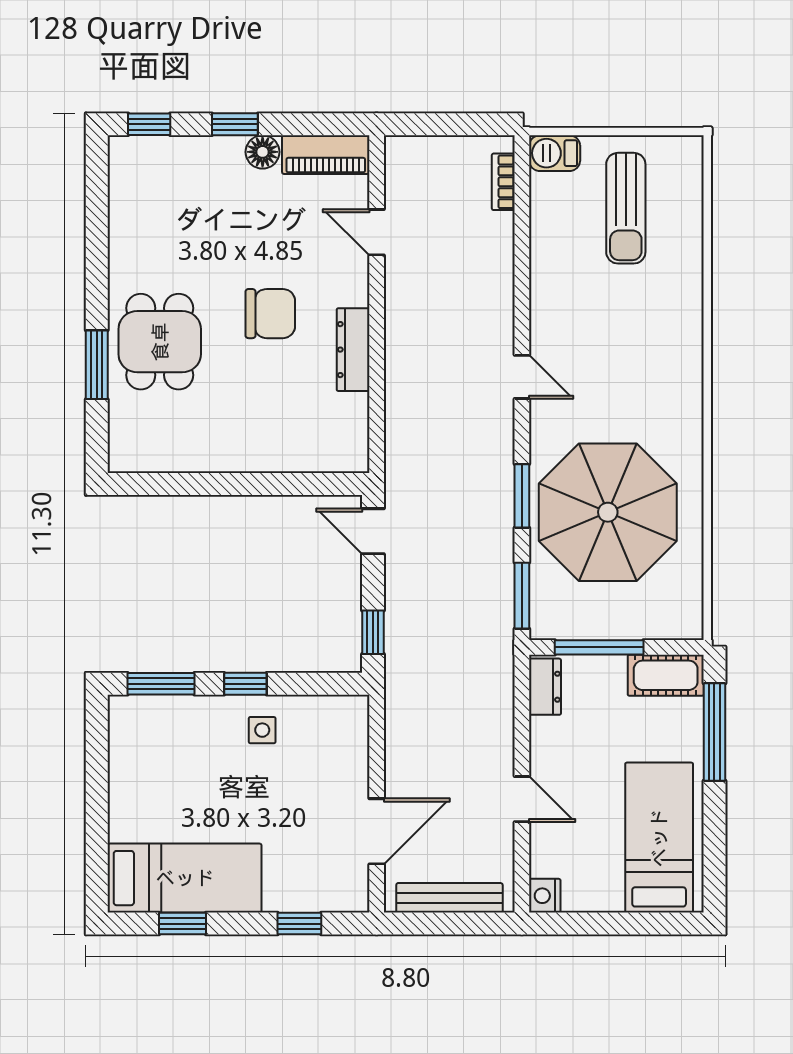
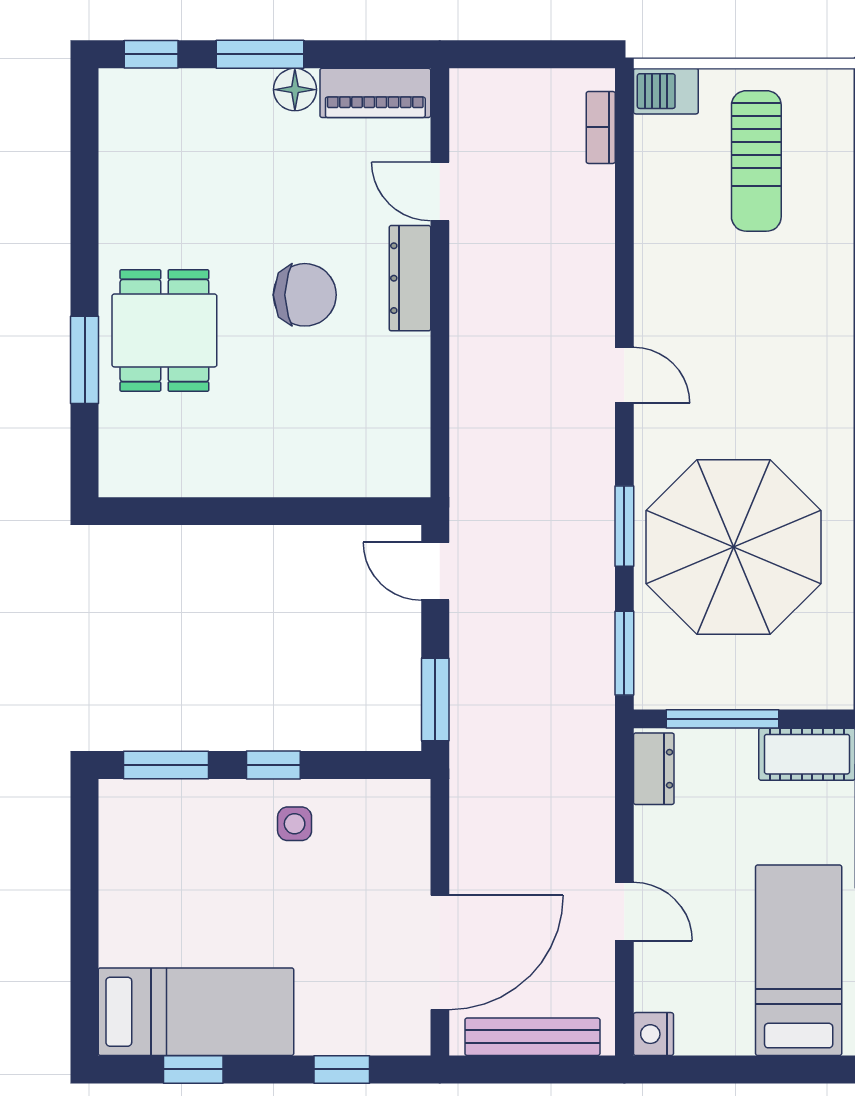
window: (235, 124) -> (260, 54), width x1.50
dresser: (353, 350) -> (410, 278), moved
window: (373, 632) -> (435, 699), width x1.50
door: (377, 831) -> (440, 952), width x1.36

